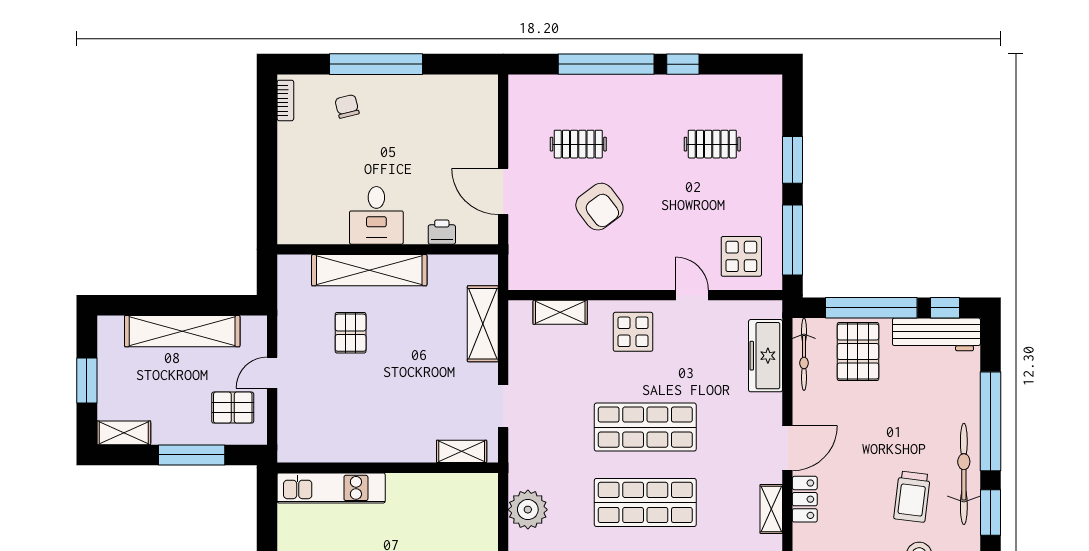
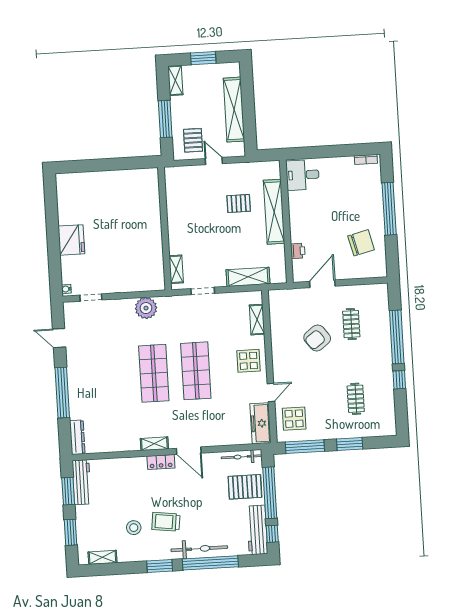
chair: (347, 106) -> (361, 243), moved, width x1.87, depth x1.87
desk: (376, 215) -> (303, 175), moved
freezer: (766, 356) -> (260, 423), moved, turned -90
bicycle: (964, 474) -> (199, 549), moved
kitchen unit: (331, 488) -> (151, 198), removed

